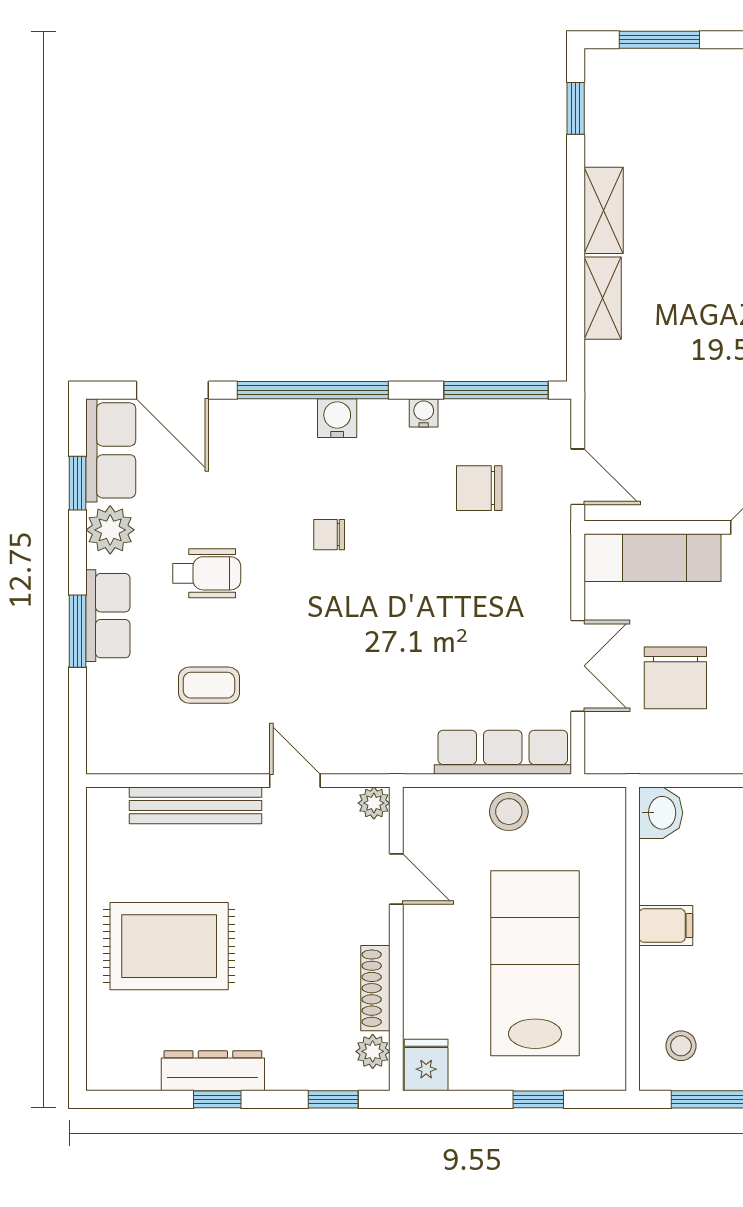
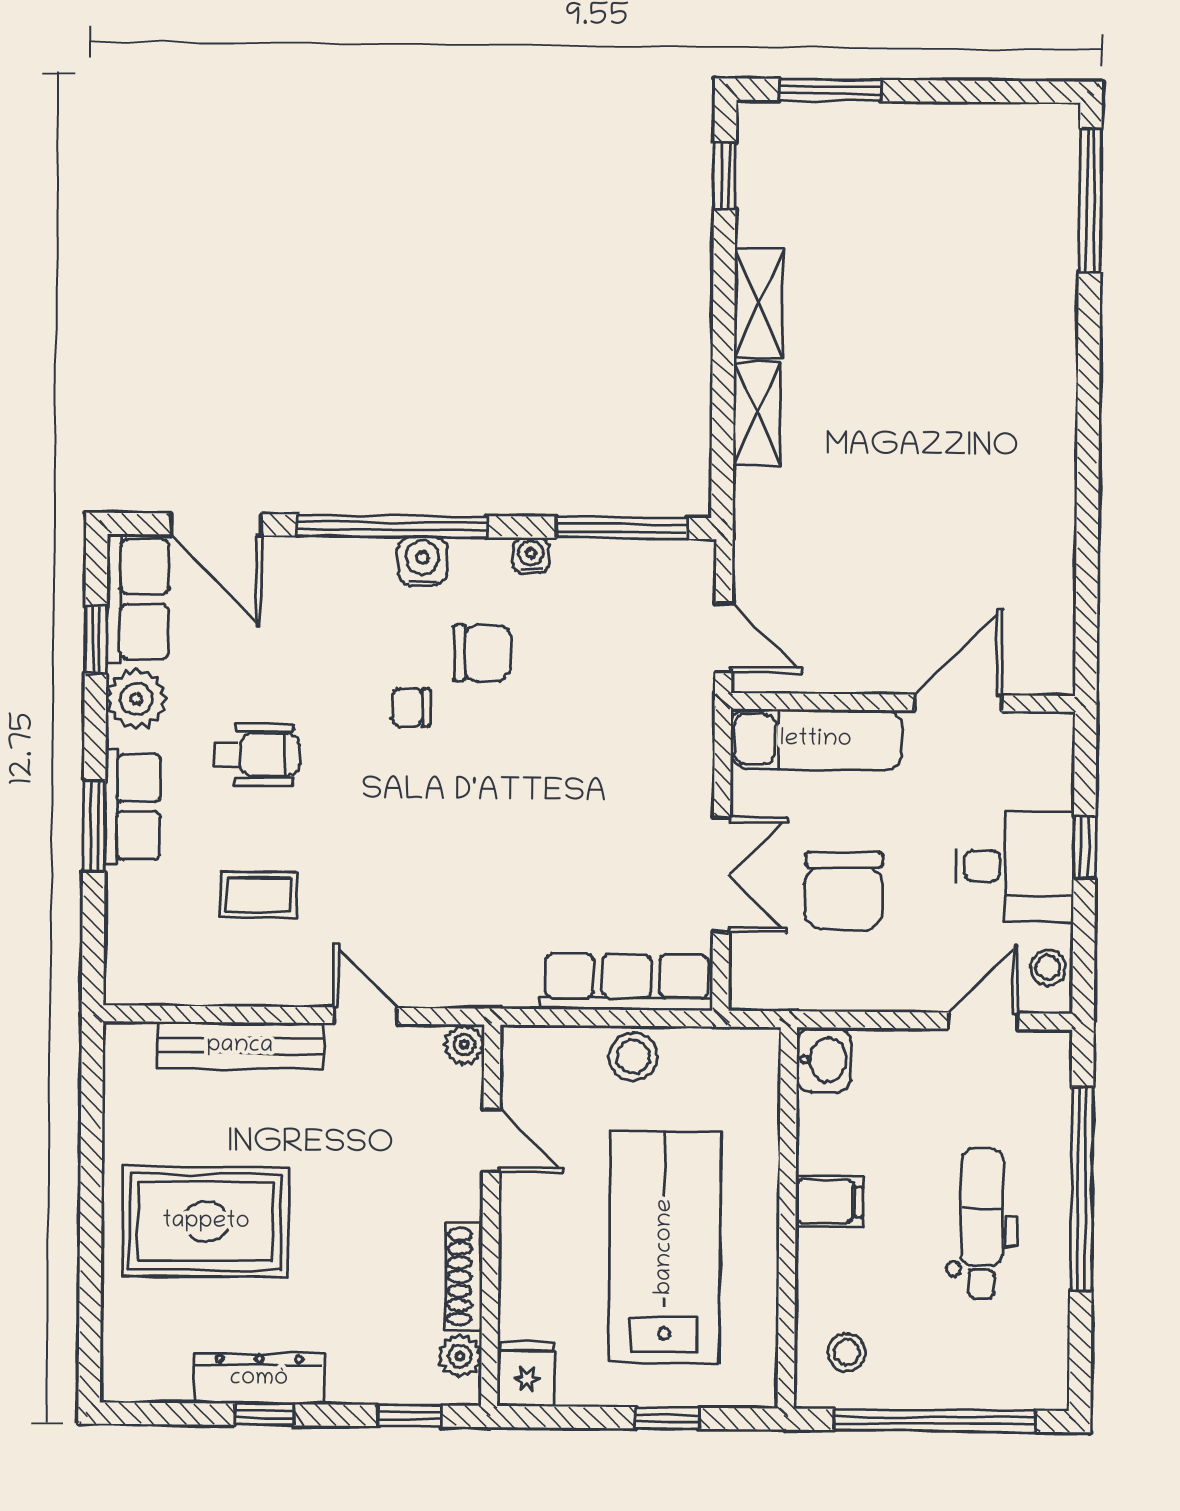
chair: (479, 488) -> (482, 653), moved, turned 180

